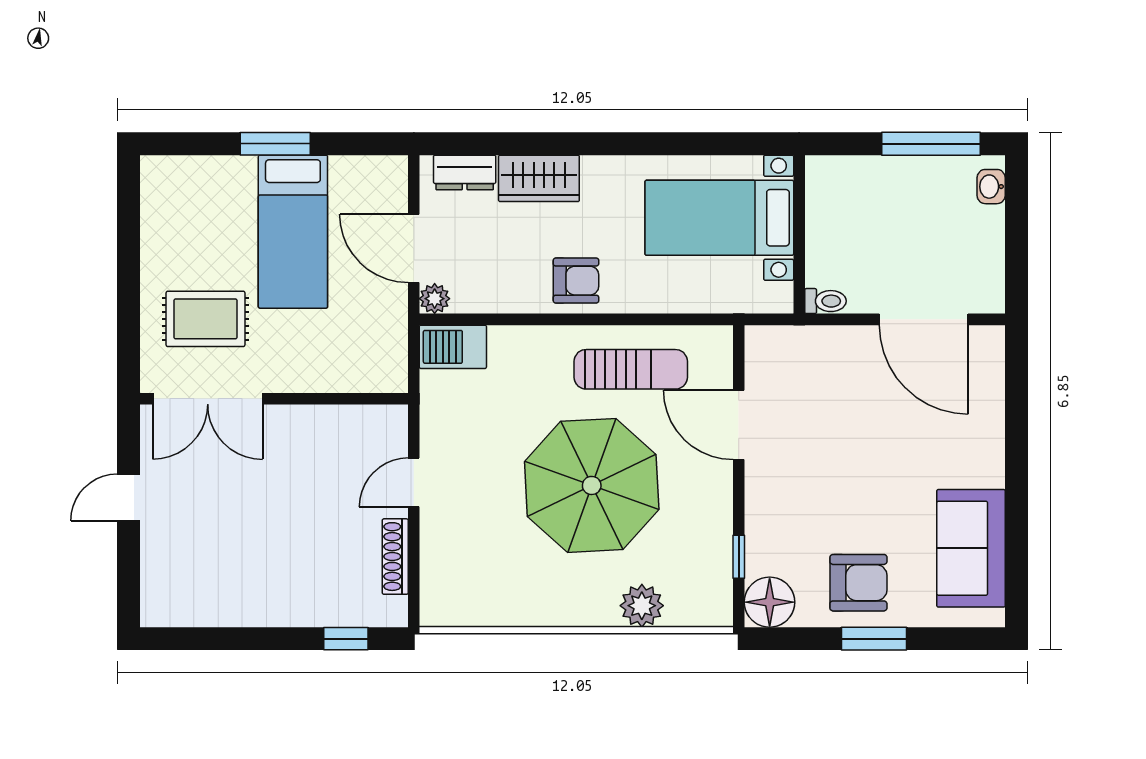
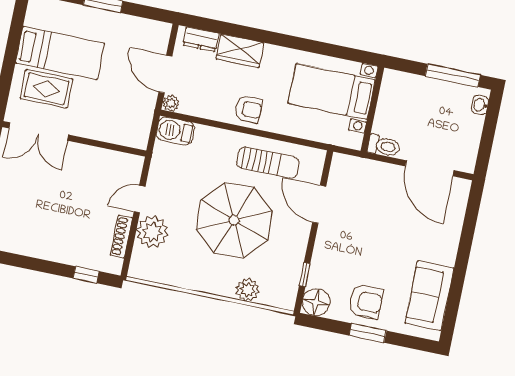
bed: (293, 232) -> (60, 53), moved, turned -90
toilet: (825, 301) -> (384, 146), width x1.37, depth x1.39
plant: (449, 537) -> (152, 232), added

